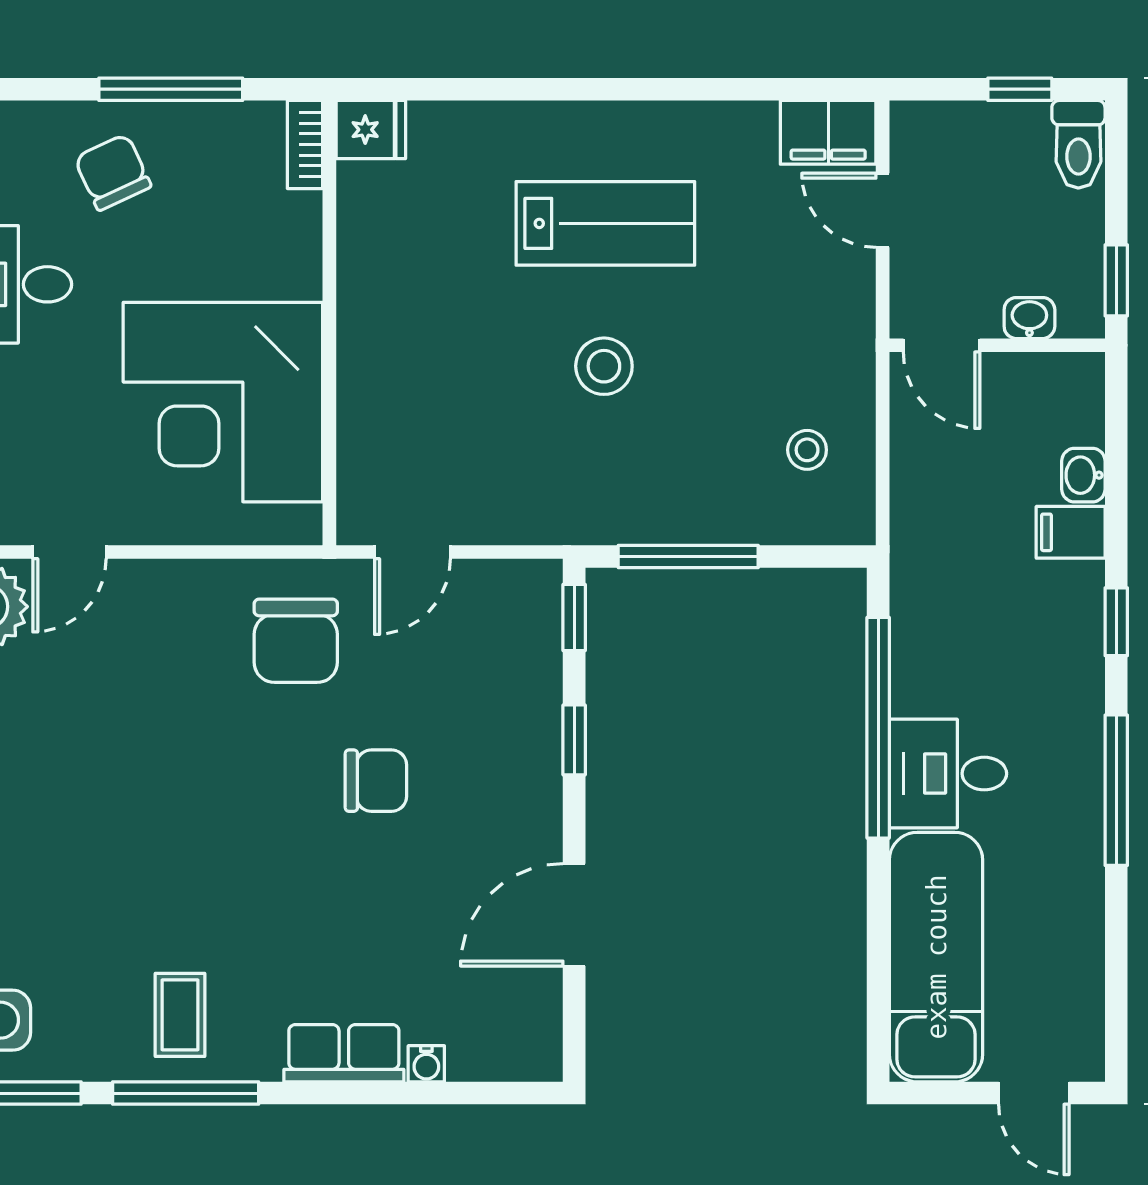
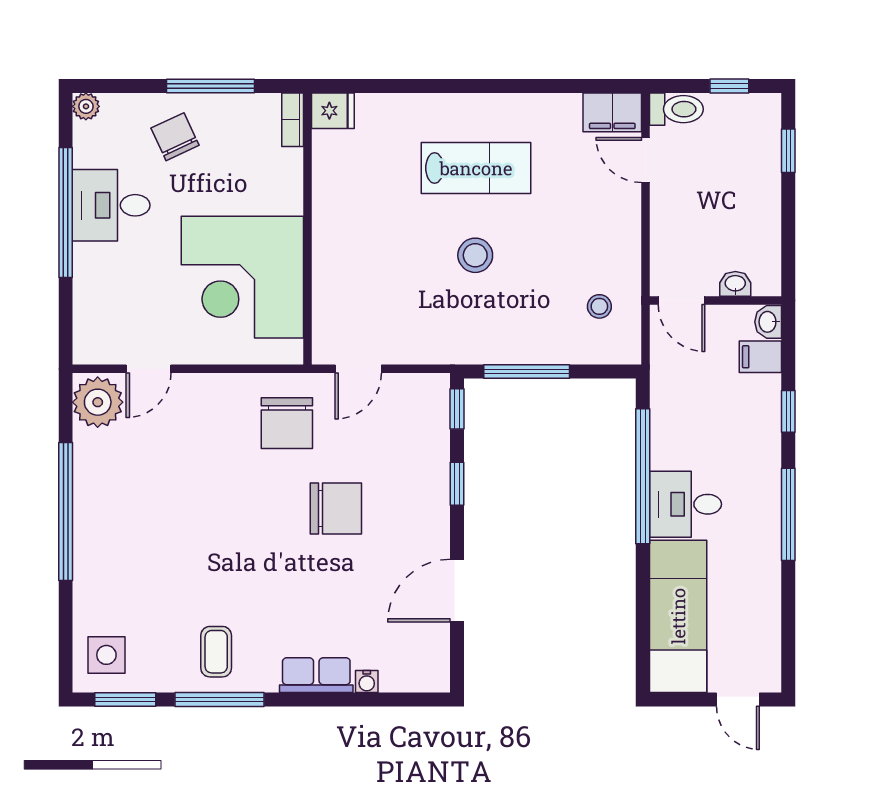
toilet: (1078, 144) -> (676, 109), moved, turned -90
window: (1116, 280) -> (788, 151), moved
washbasin: (1029, 318) -> (735, 284), moved
door: (942, 345) -> (682, 301), moved
wall: (997, 345) -> (716, 301), moved
chair: (376, 781) -> (336, 509), width x1.37, depth x1.37

